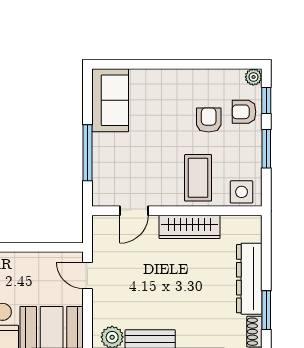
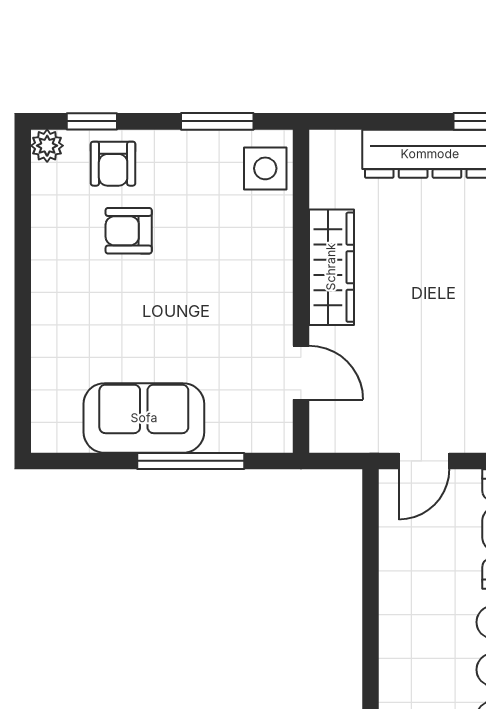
sofa: (110, 100) -> (144, 418), moved
window: (266, 149) -> (217, 121), moved
coffee table: (198, 178) -> (238, 251), removed

